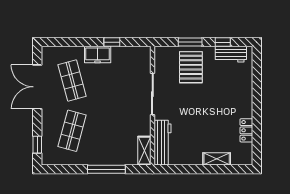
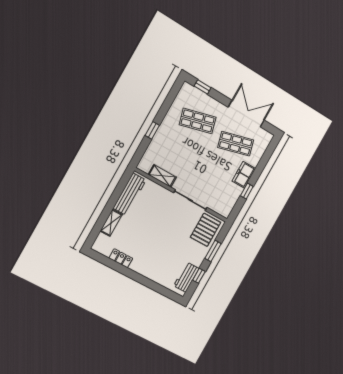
pallet: (191, 67) -> (206, 230), moved, turned 90
shop shelf: (72, 131) -> (198, 121), turned -30
workbench: (162, 143) -> (130, 194), moved, turned -90
shelving: (144, 151) -> (162, 176), moved
window: (106, 169) -> (152, 130), width x0.46

